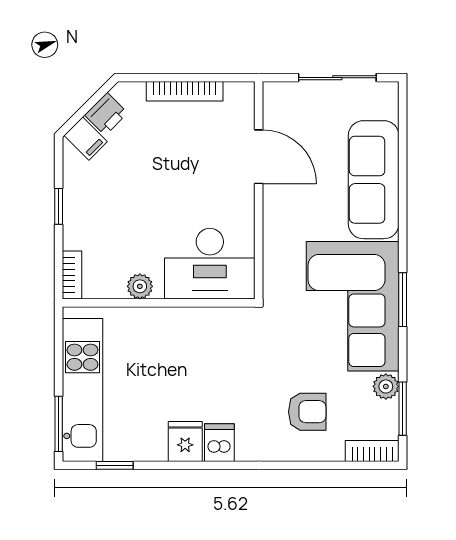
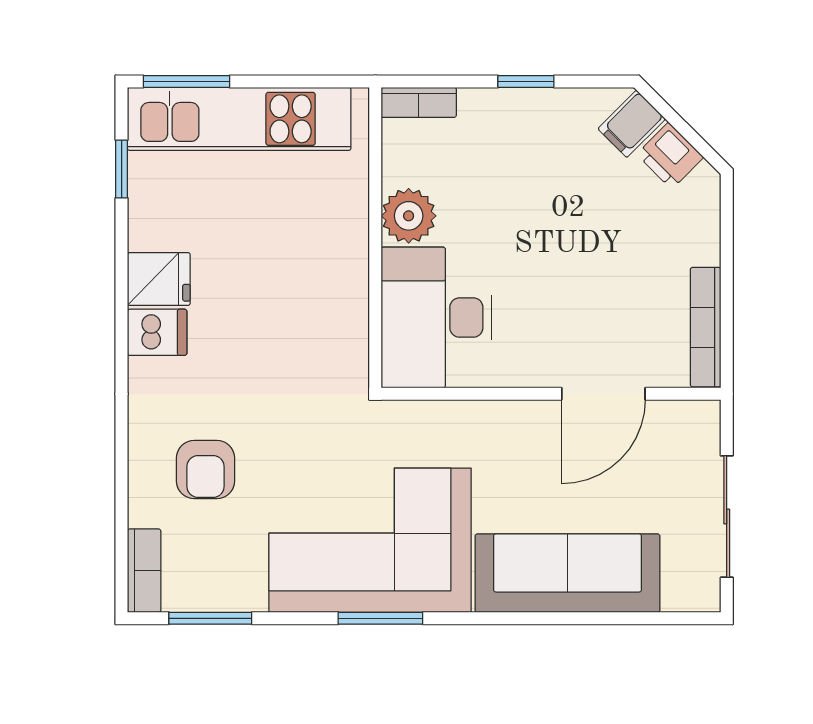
bookcase: (185, 91) -> (706, 327), moved
plant: (140, 286) -> (409, 216), width x1.38, depth x1.38
plant: (386, 386) -> (245, 592), removed

